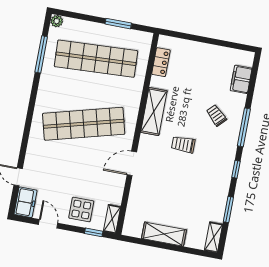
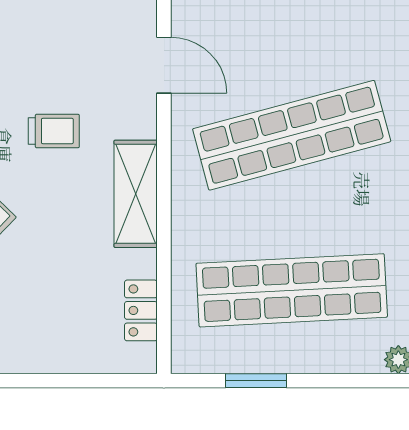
door: (132, 163) -> (164, 65), hinge flipped

